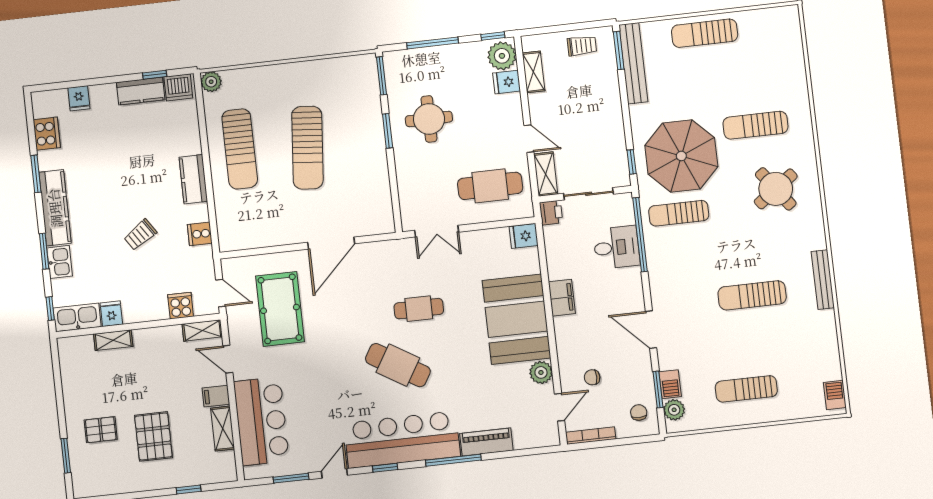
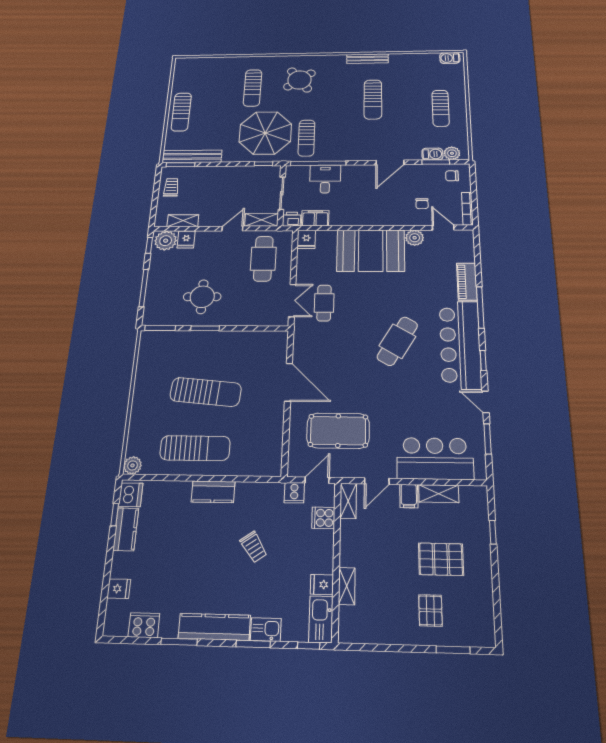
cooker: (200, 234) -> (294, 493), moved
filing cabinet: (562, 298) -> (315, 218), moved
cafe table: (419, 309) -> (324, 303), moved

